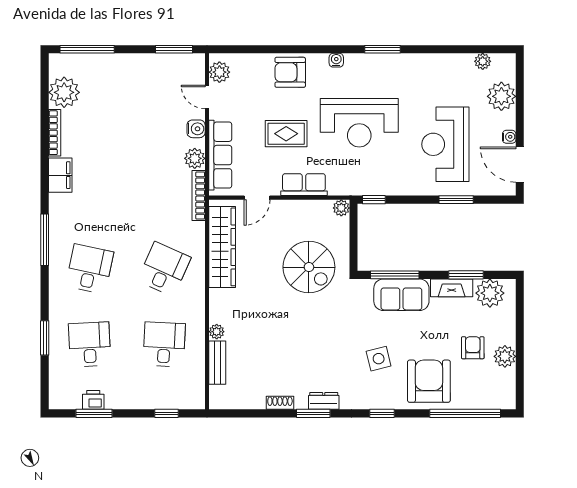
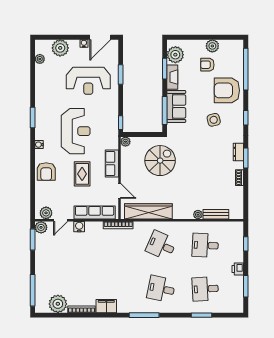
plant: (195, 158) -> (41, 227), moved
printer: (93, 400) -> (238, 269), moved

